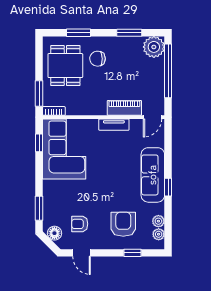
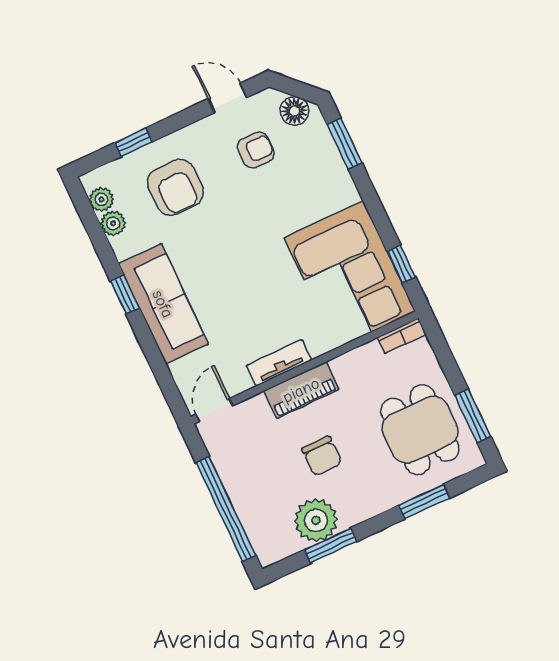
plant: (154, 47) -> (316, 520), moved
chair: (98, 59) -> (322, 456), moved, turned 91
window: (39, 93) -> (473, 416), moved
piano: (124, 108) -> (301, 390), moved

